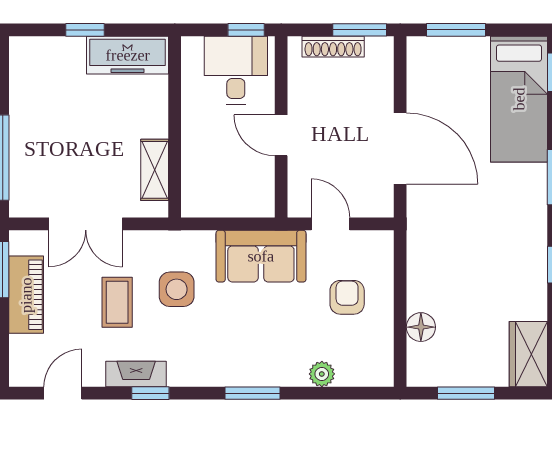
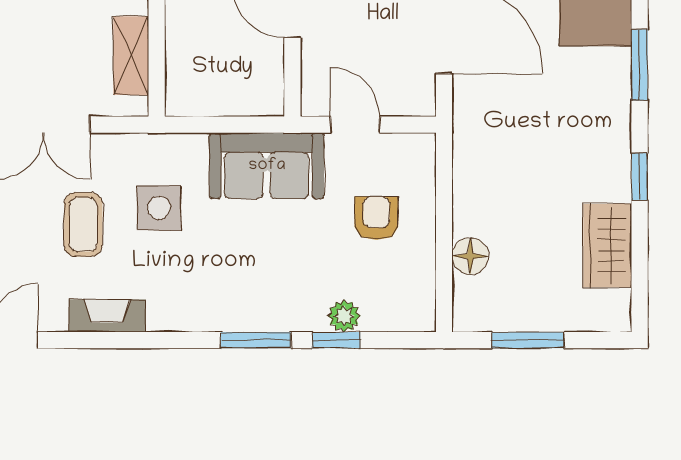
wardrobe: (528, 354) -> (607, 245), moved
window: (150, 393) -> (336, 340), moved

